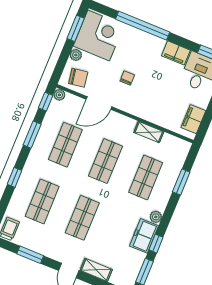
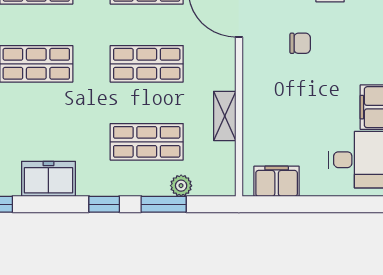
plant: (156, 217) -> (181, 186), moved
window: (156, 244) -> (104, 204), moved

